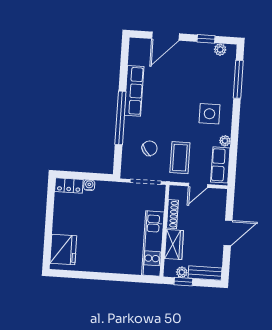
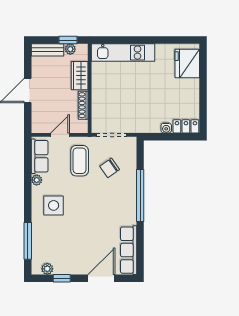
row of seats: (134, 91) -> (129, 250), moved
kitchen unit: (153, 243) -> (123, 53), moved, turned 90

